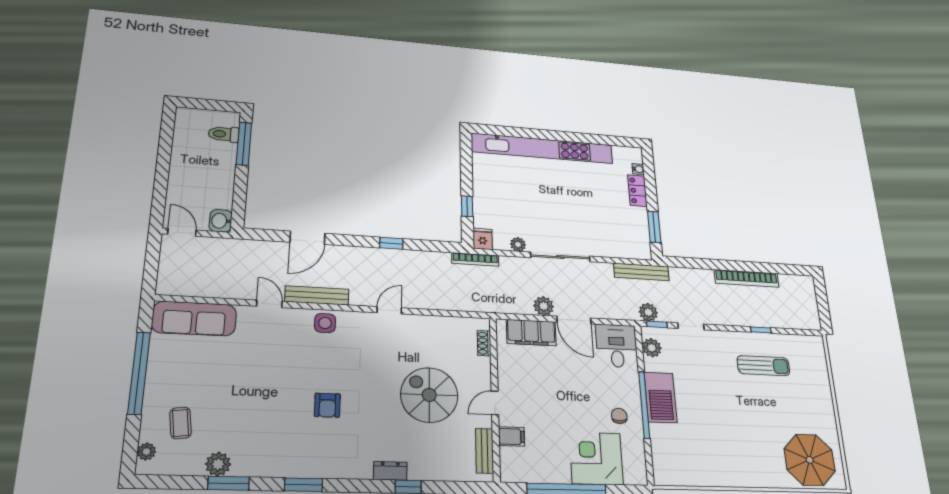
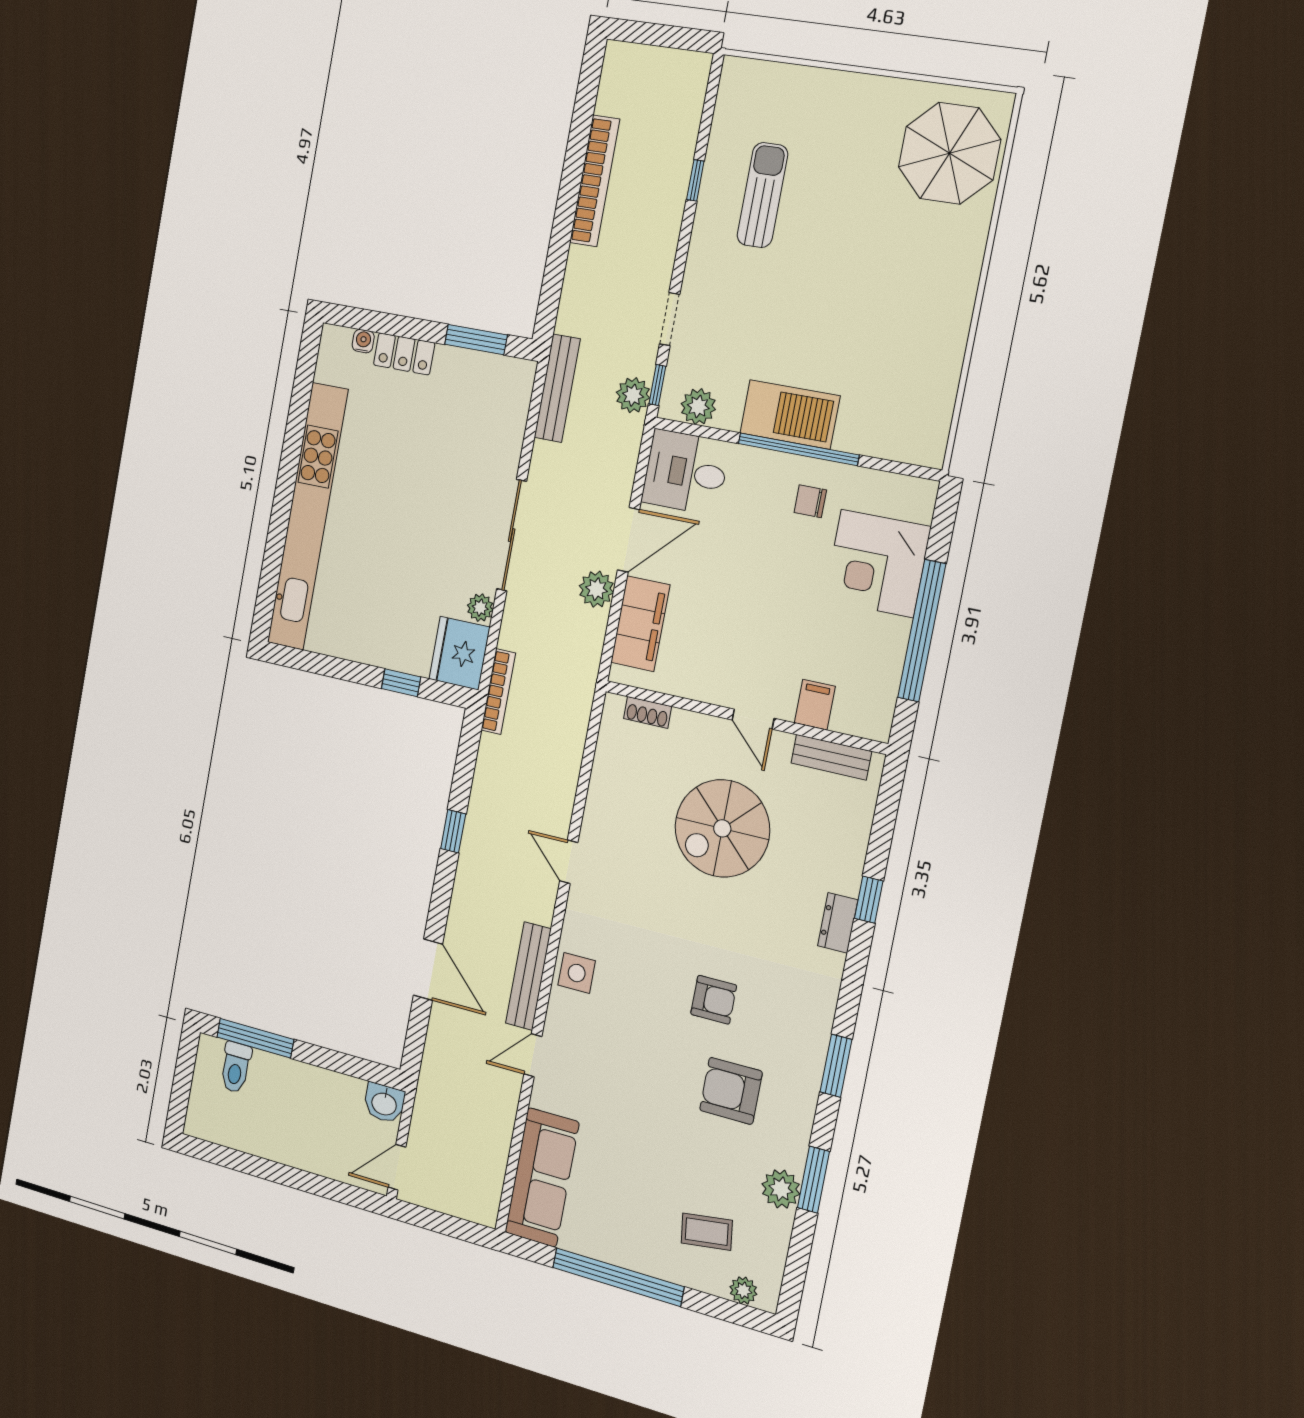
fridge: (483, 239) -> (459, 653), width x1.88, depth x1.34
armchair: (274, 424) -> (731, 1091), added

